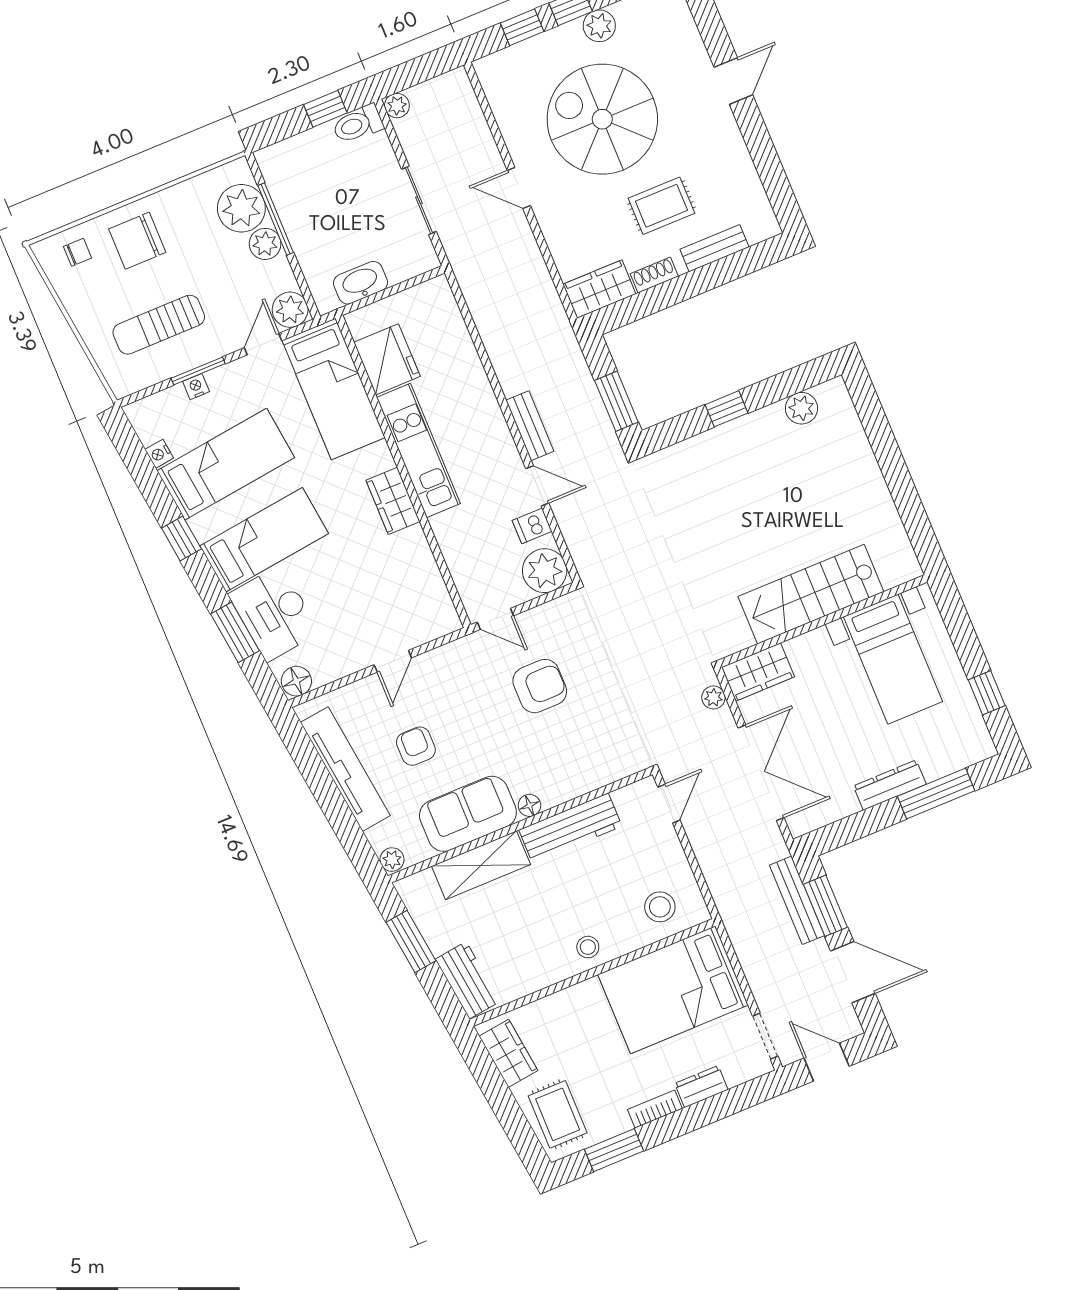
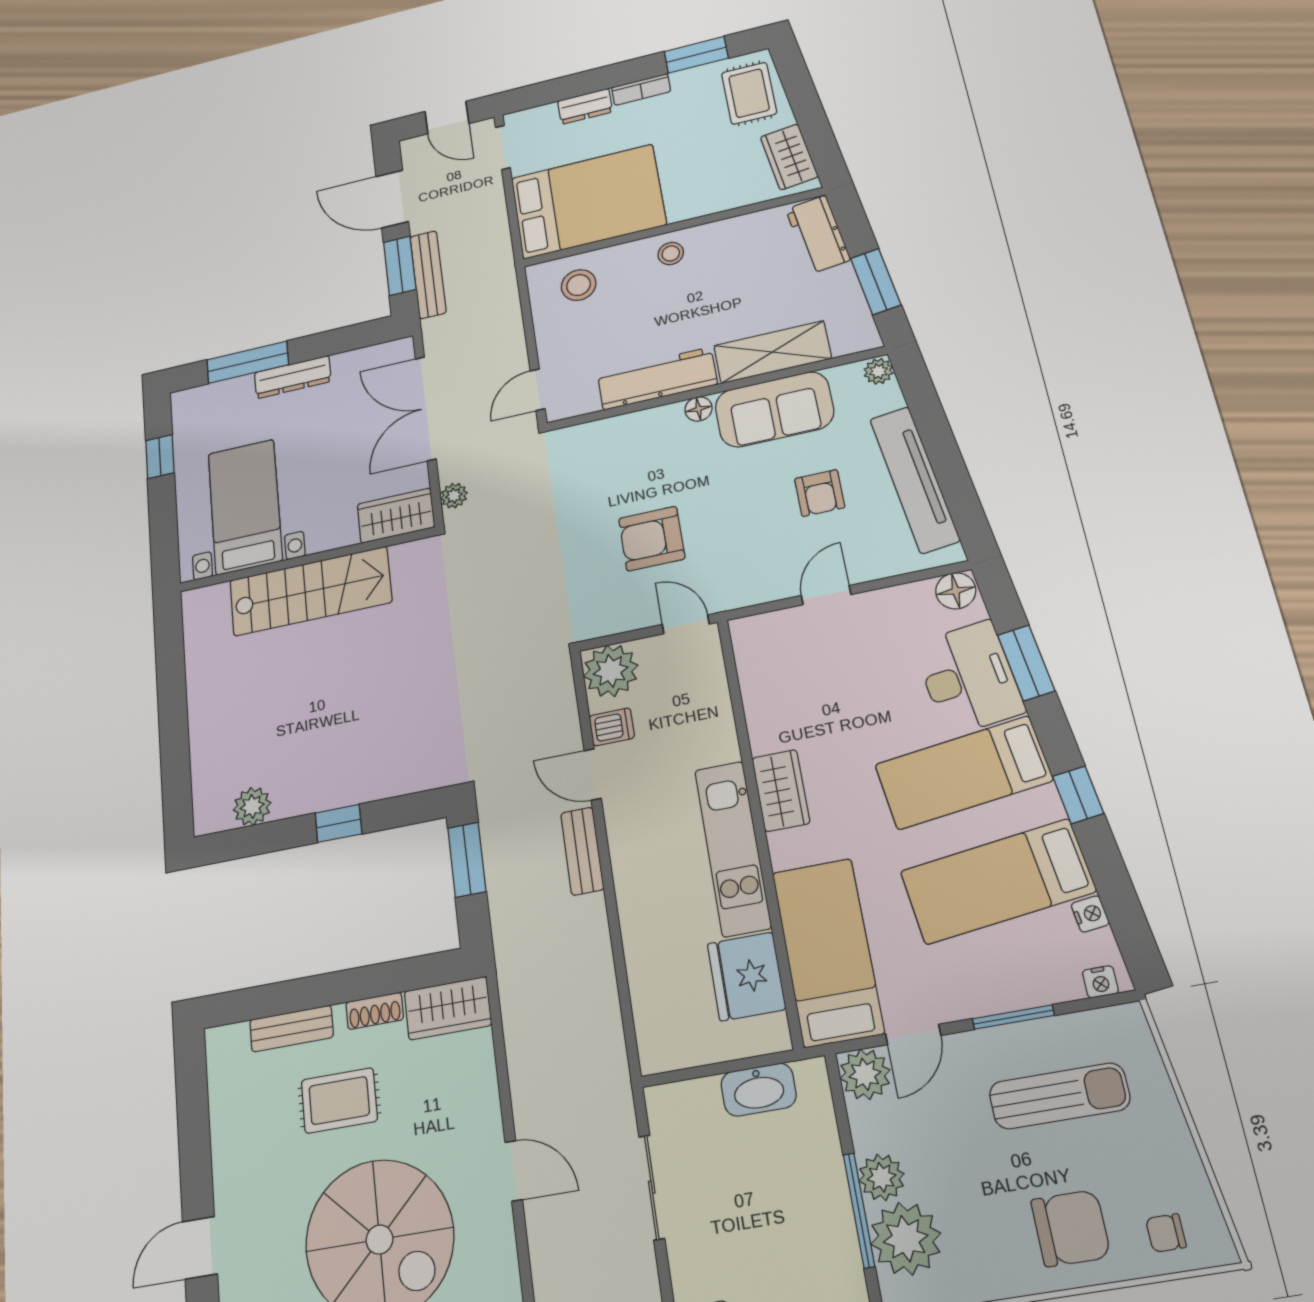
nightstand: (196, 387) -> (1100, 982), moved

